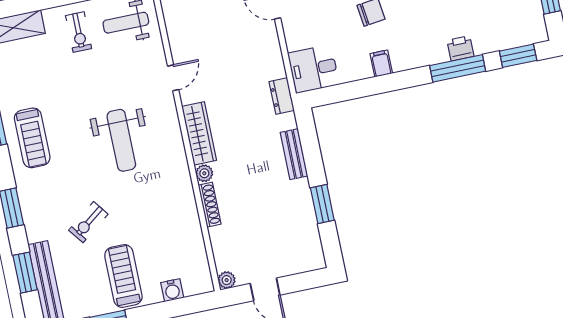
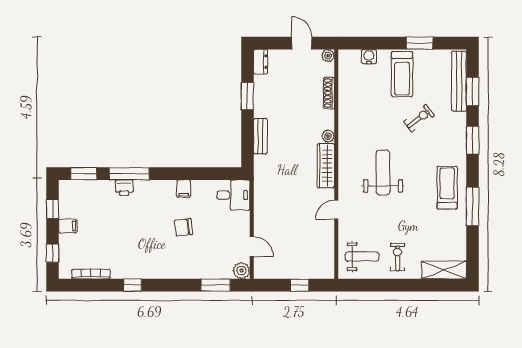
dresser: (282, 96) -> (261, 62), moved
shoe rack: (210, 205) -> (329, 93), moved

